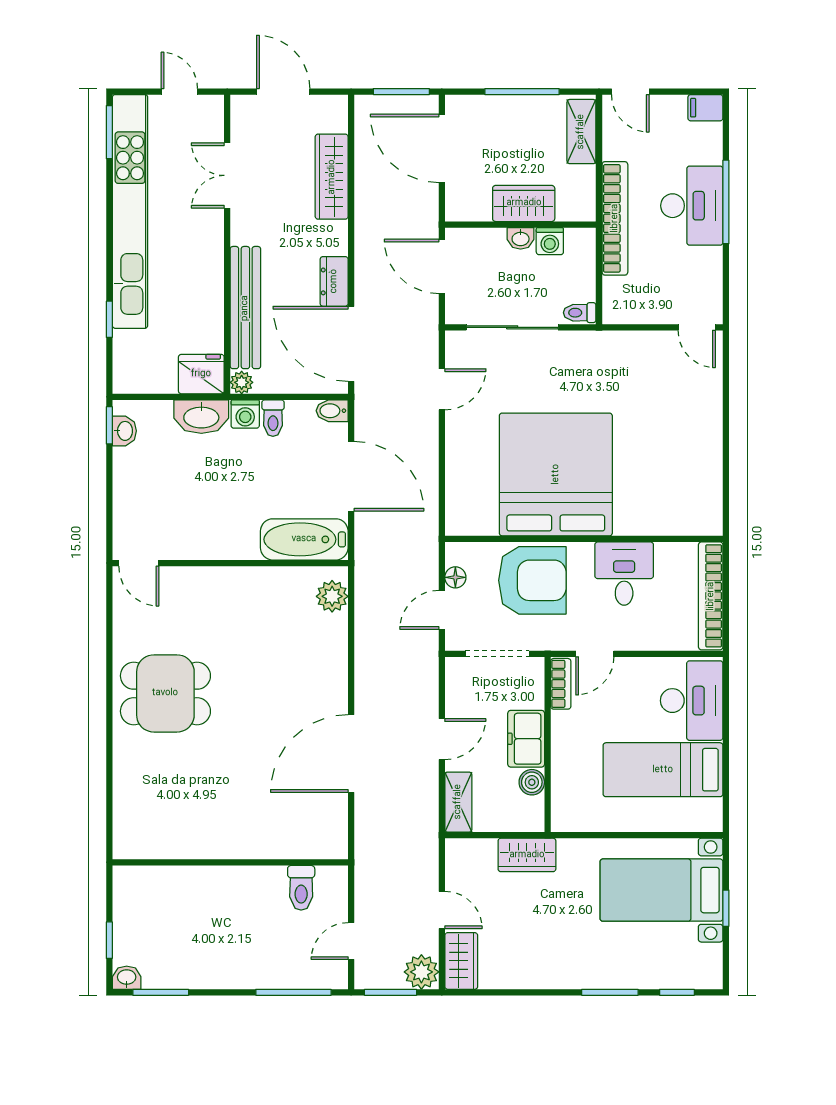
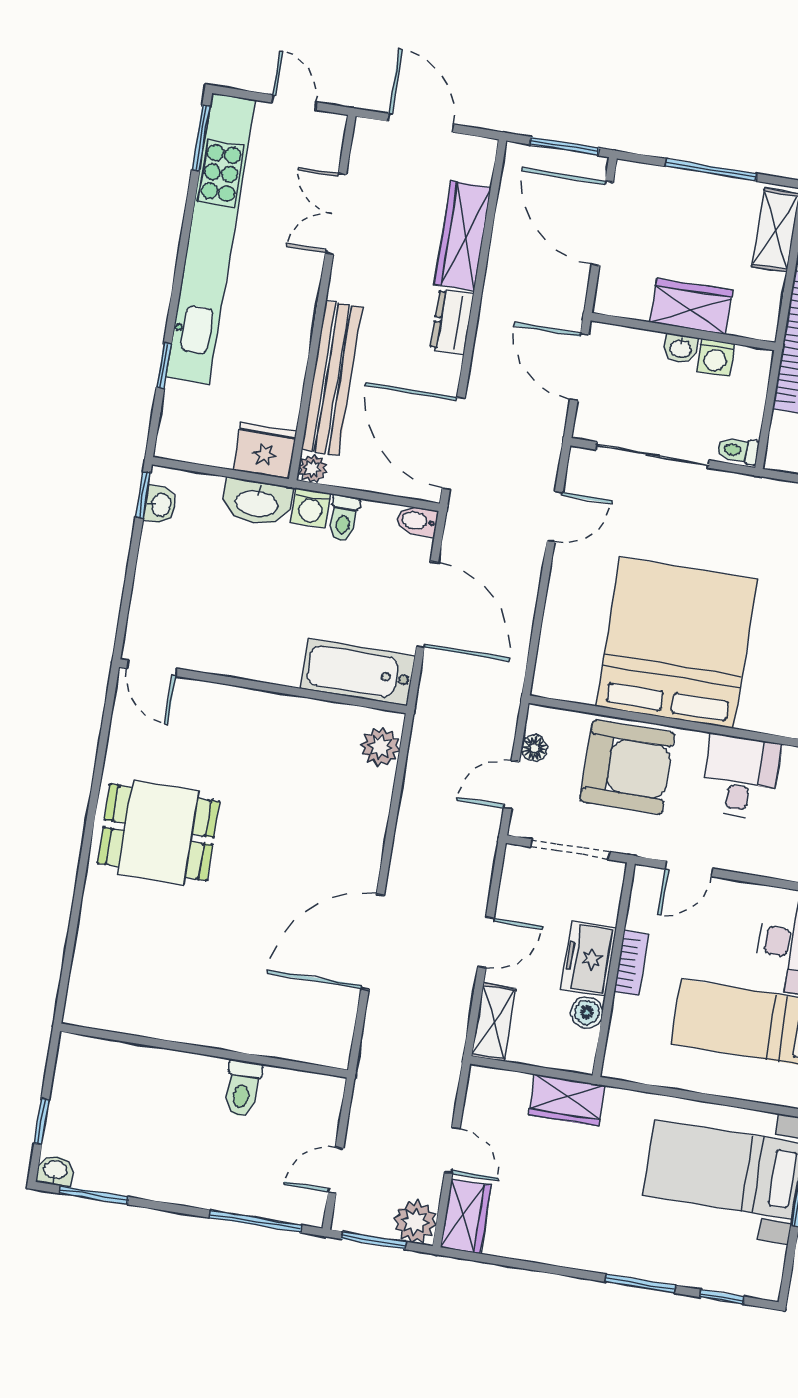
dresser: (334, 281) -> (452, 321), moved
bookcase: (561, 684) -> (631, 963), moved
toilet: (301, 888) -> (243, 1089), moved

